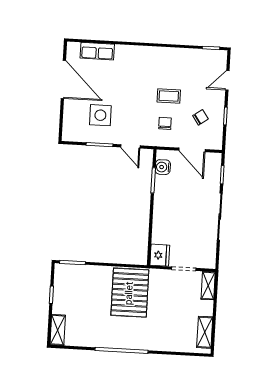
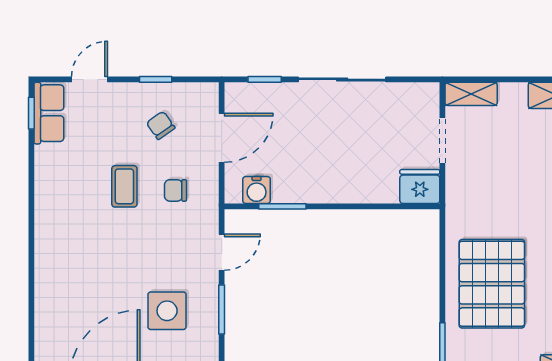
row of seats: (97, 51) -> (49, 113), moved
door: (227, 80) -> (90, 79), swing flipped
pallet: (130, 293) -> (492, 284), moved, turned 90

